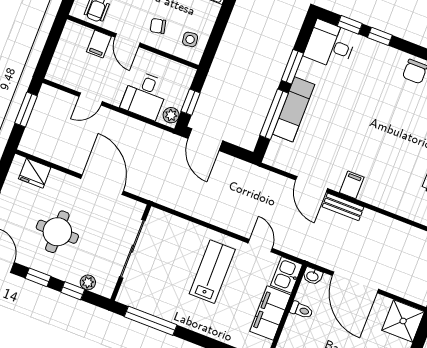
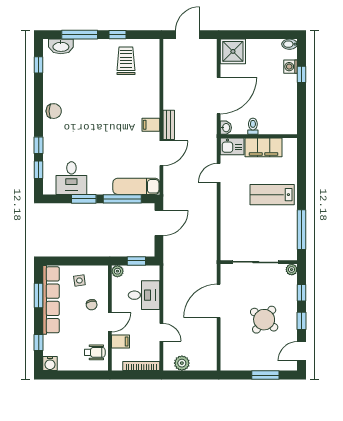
side table: (190, 39) -> (79, 280), moved
desk: (330, 45) -> (71, 178), moved
bookcase: (59, 58) -> (141, 366), added
window: (26, 109) -> (186, 375), removed
exam couch: (294, 109) -> (136, 186), moved
plant: (43, 110) -> (182, 363), added
plant: (171, 115) -> (117, 271), moved
door: (205, 140) -> (159, 223), moved
fridge: (35, 173) -> (229, 352), removed
round table: (57, 232) -> (264, 320), turned 38
lab bench: (212, 272) -> (272, 195), moved
plant: (88, 282) -> (292, 270), moved

